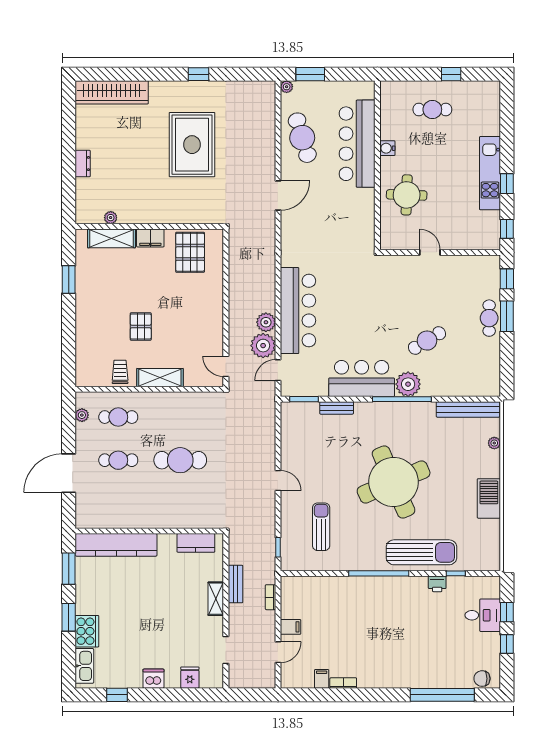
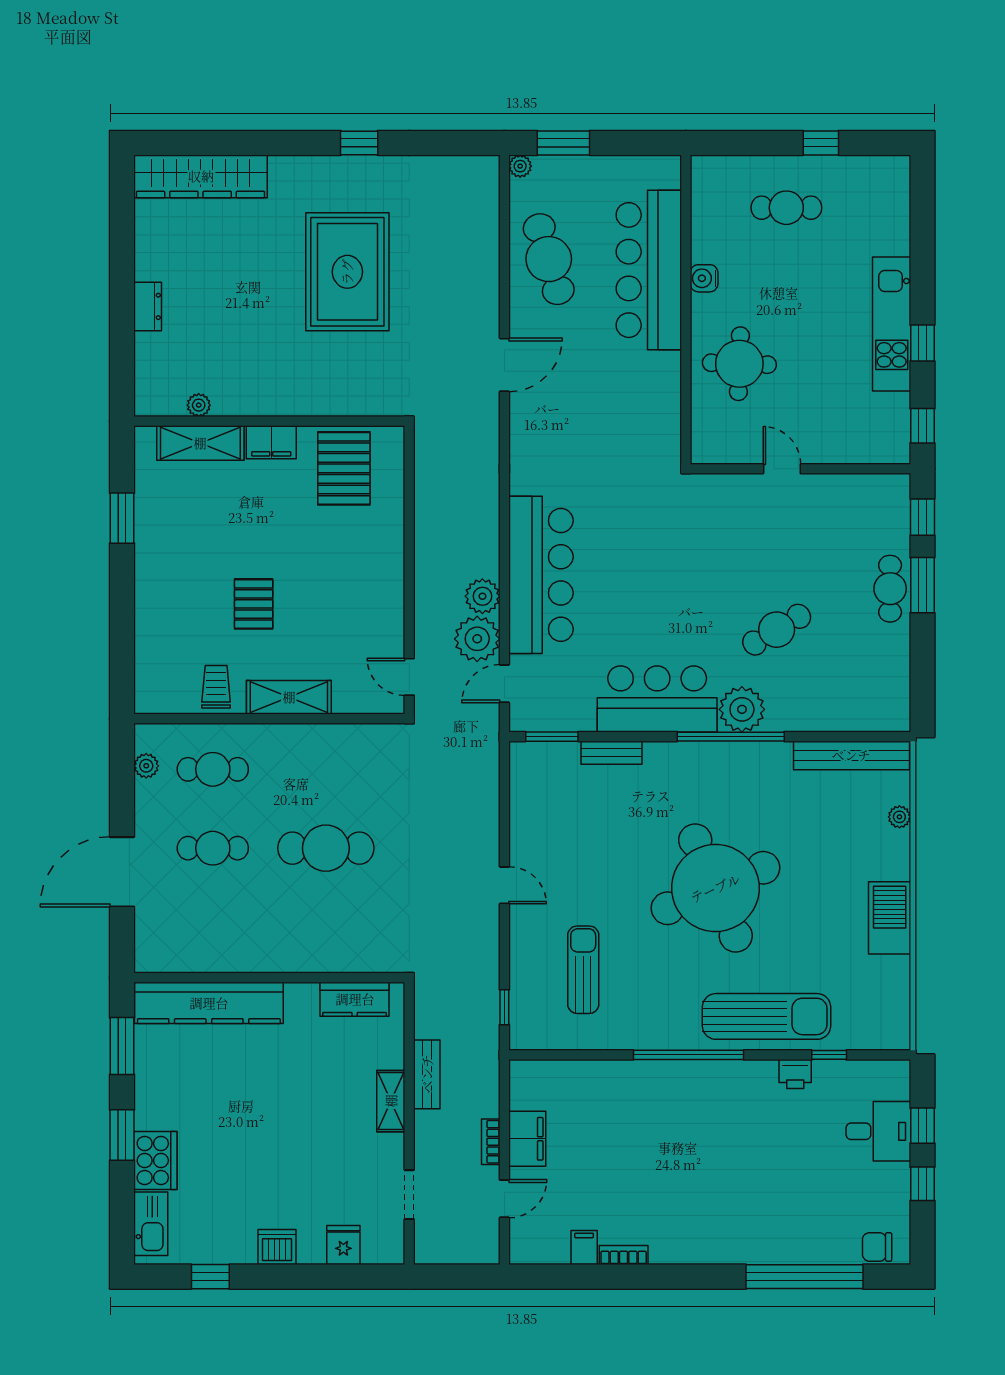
bookcase: (270, 597) -> (491, 1142), moved
filing cabinet: (290, 627) -> (527, 1139), width x2.00

